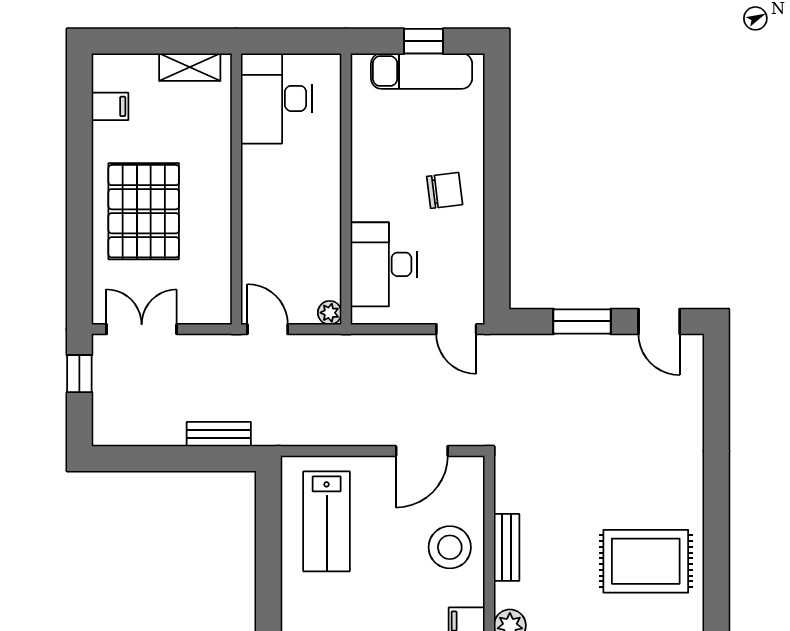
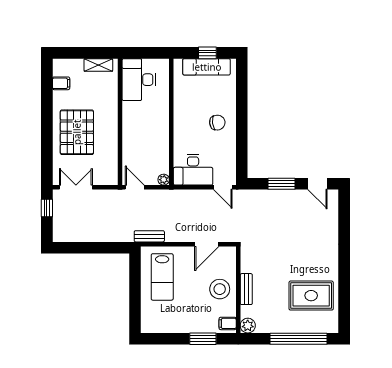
desk: (384, 264) -> (193, 170), moved, turned -90
bench: (219, 434) -> (149, 236), moved

